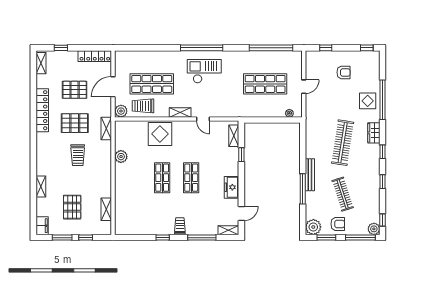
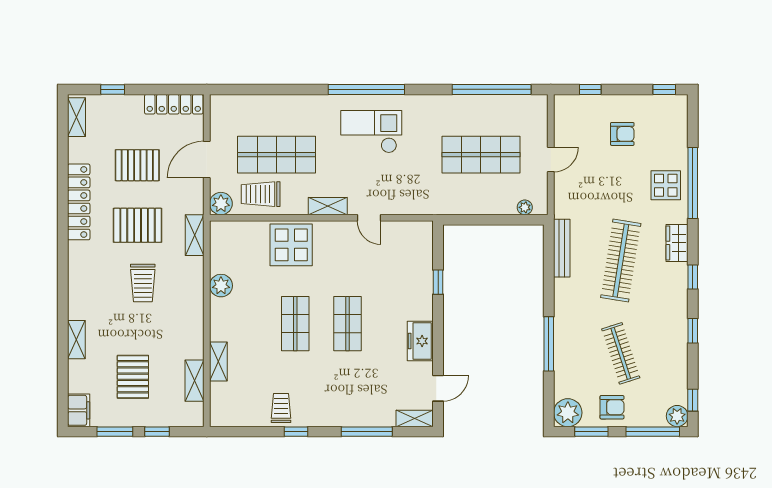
shelving: (234, 136) -> (218, 362), moved
bench: (310, 175) -> (562, 248), moved
trolley: (180, 226) -> (281, 408), moved

